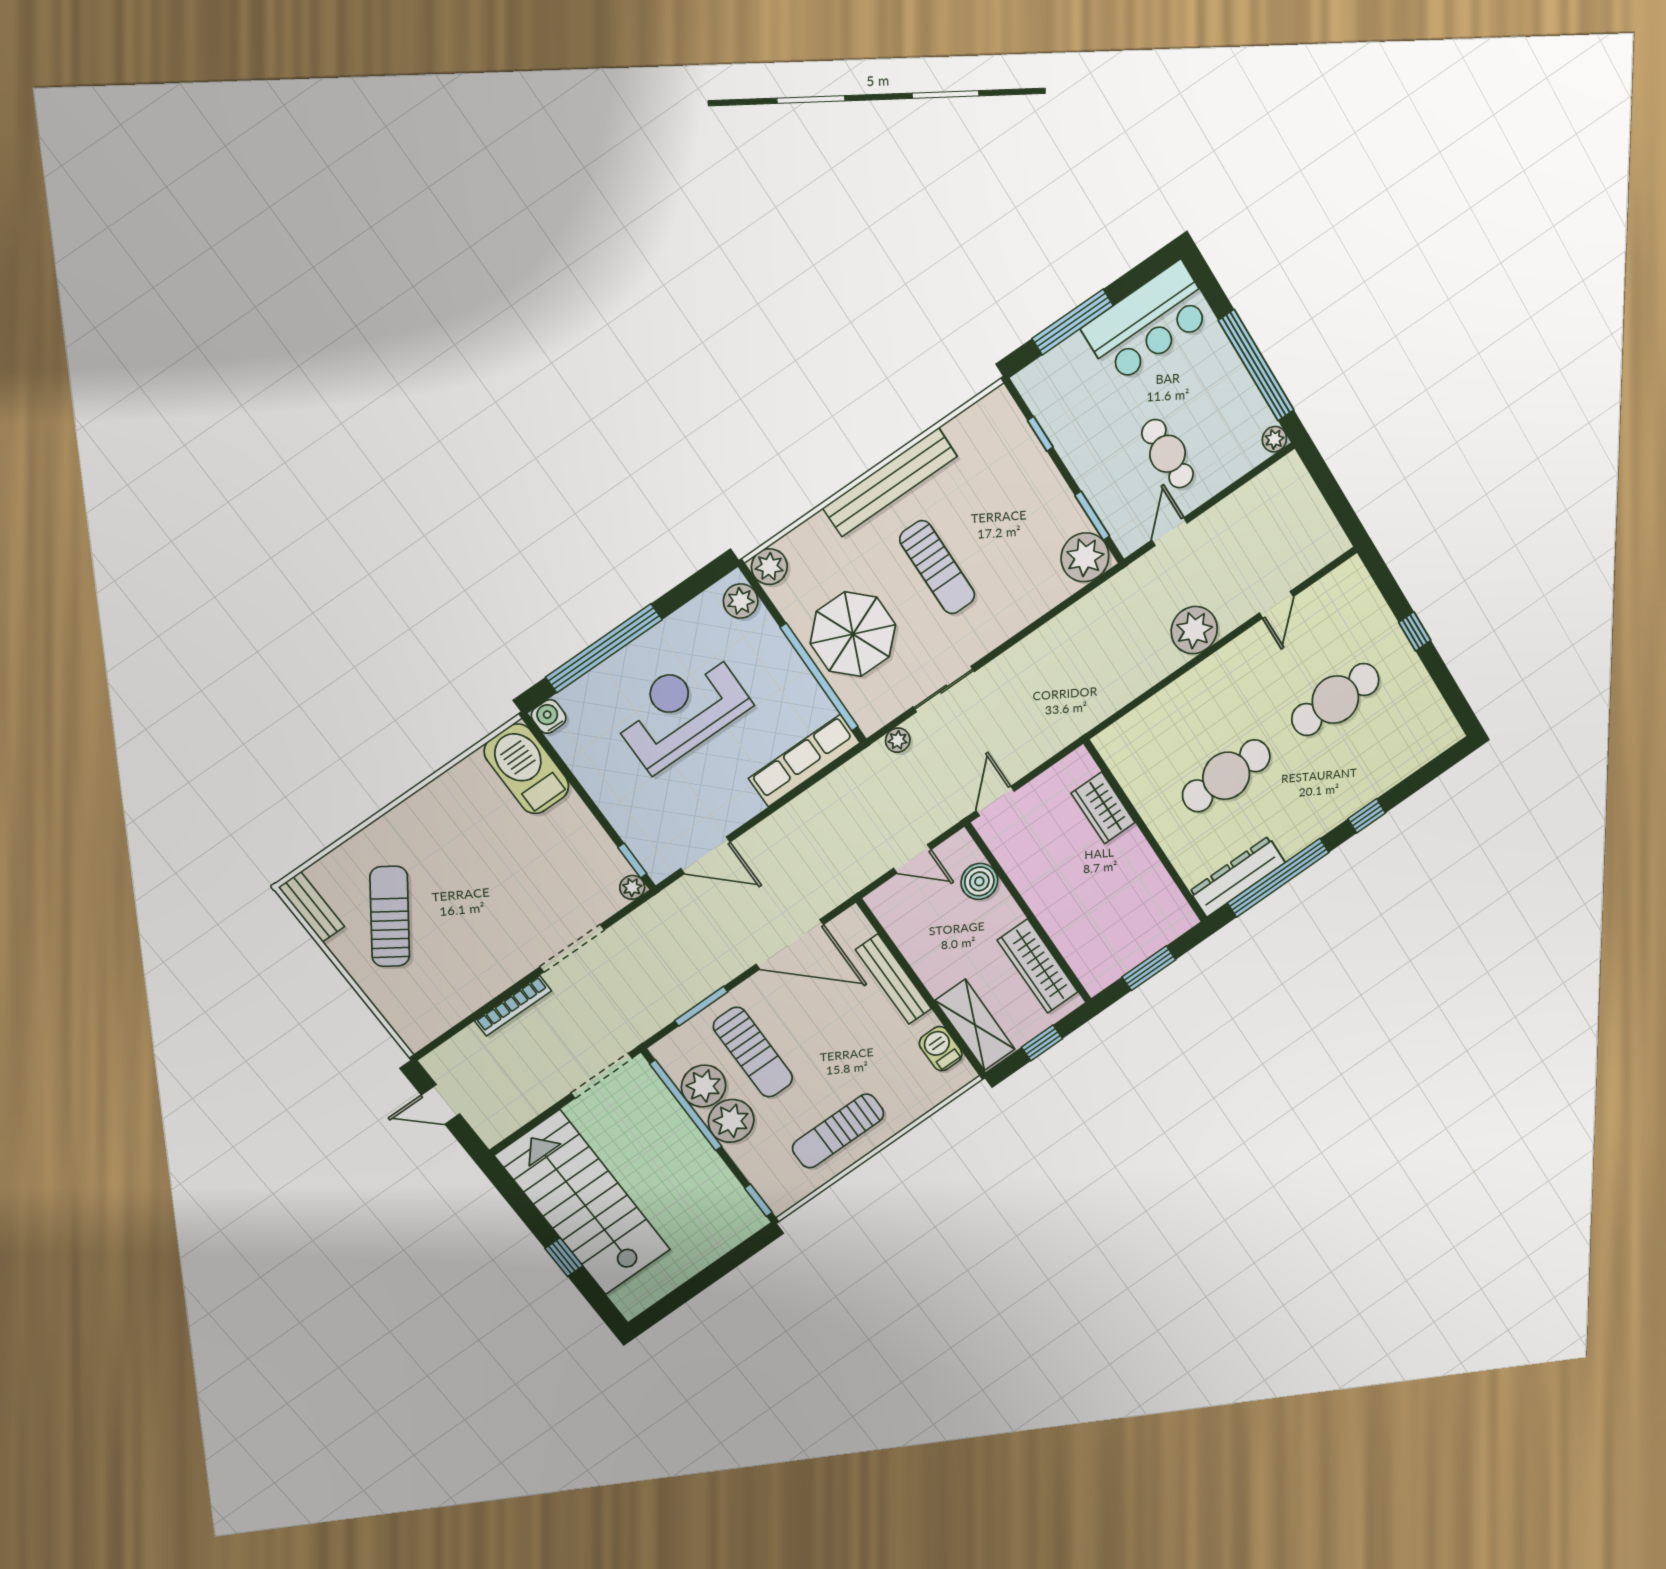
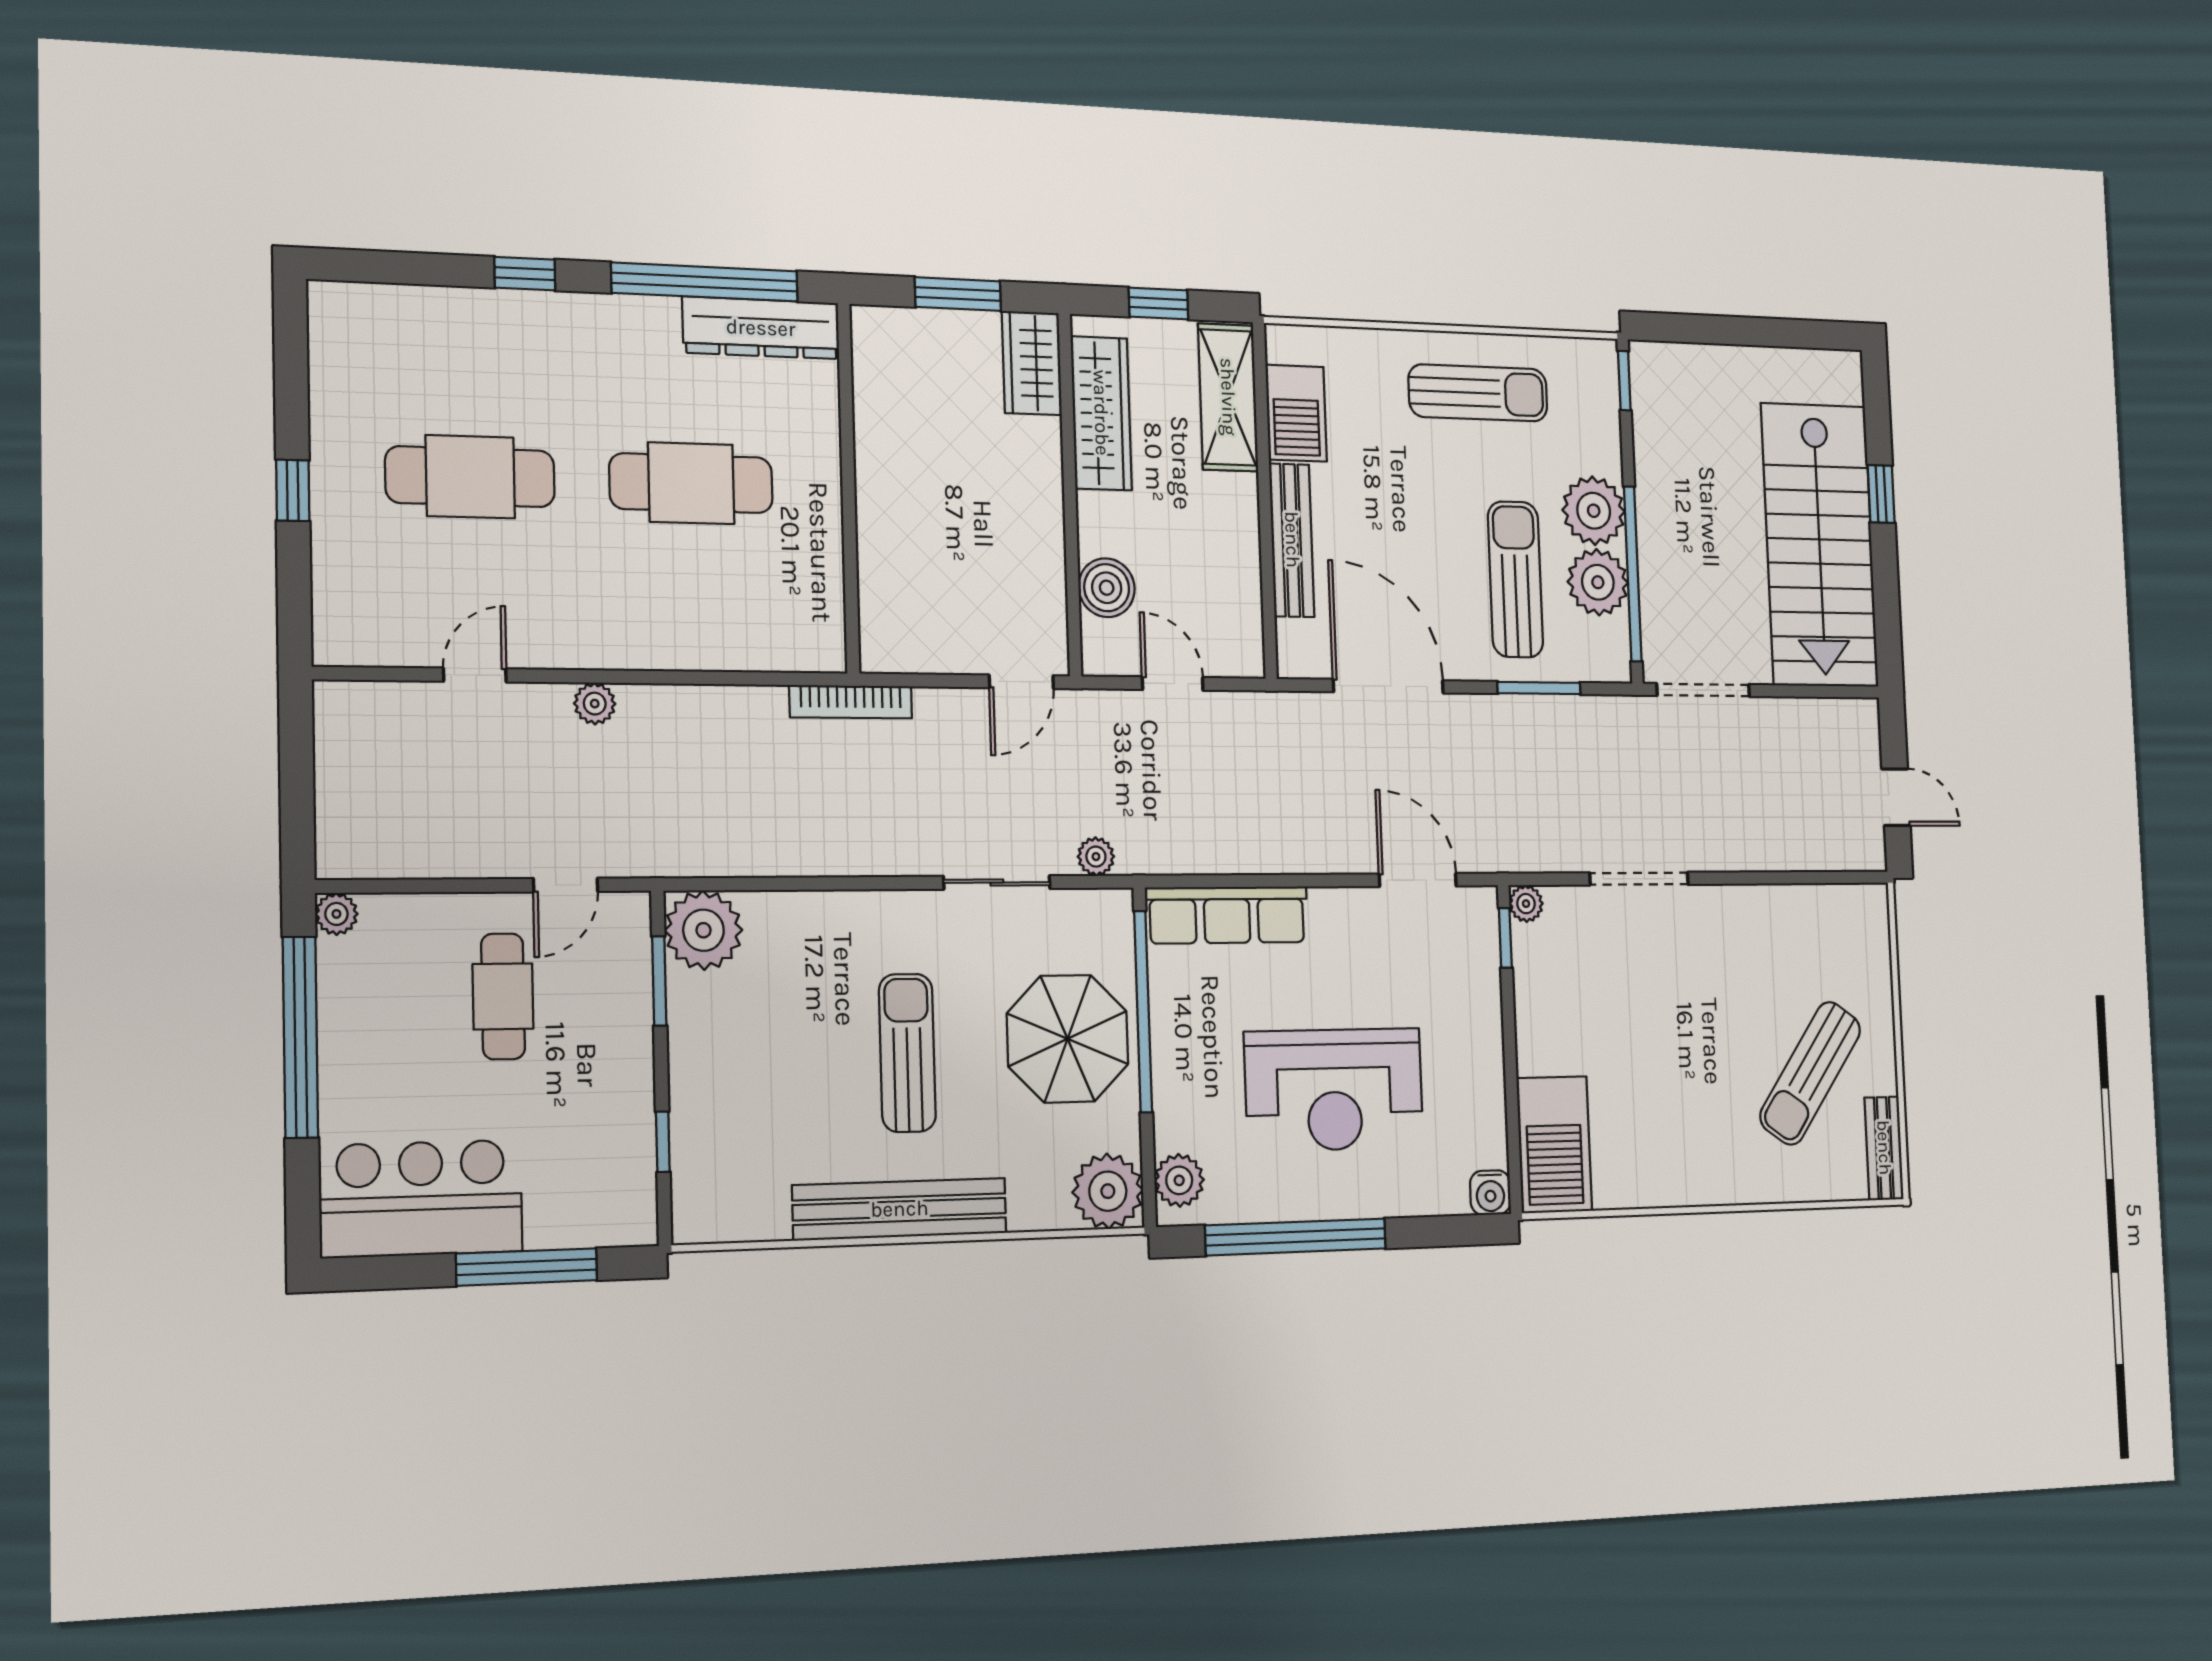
plant: (769, 567) -> (1108, 1191), width x1.36, depth x1.36
plant: (1194, 630) -> (595, 704), width x0.53, depth x0.53
window: (604, 648) -> (1296, 1237), moved
wardrobe: (1103, 808) -> (1032, 363), moved, turned 180
bookcase: (513, 1006) -> (851, 702), moved, turned 180
barbecue: (941, 1049) -> (1296, 413), width x1.38, depth x1.27

